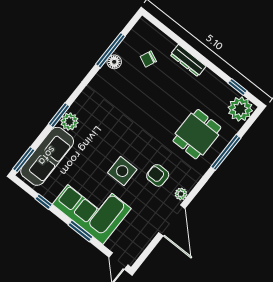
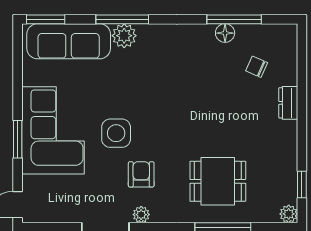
dresser: (188, 61) -> (288, 103), width x0.70
plant: (240, 109) -> (289, 214), width x0.53, depth x0.53
window: (59, 115) -> (122, 19), width x1.44
window: (44, 202) -> (18, 76), removed

